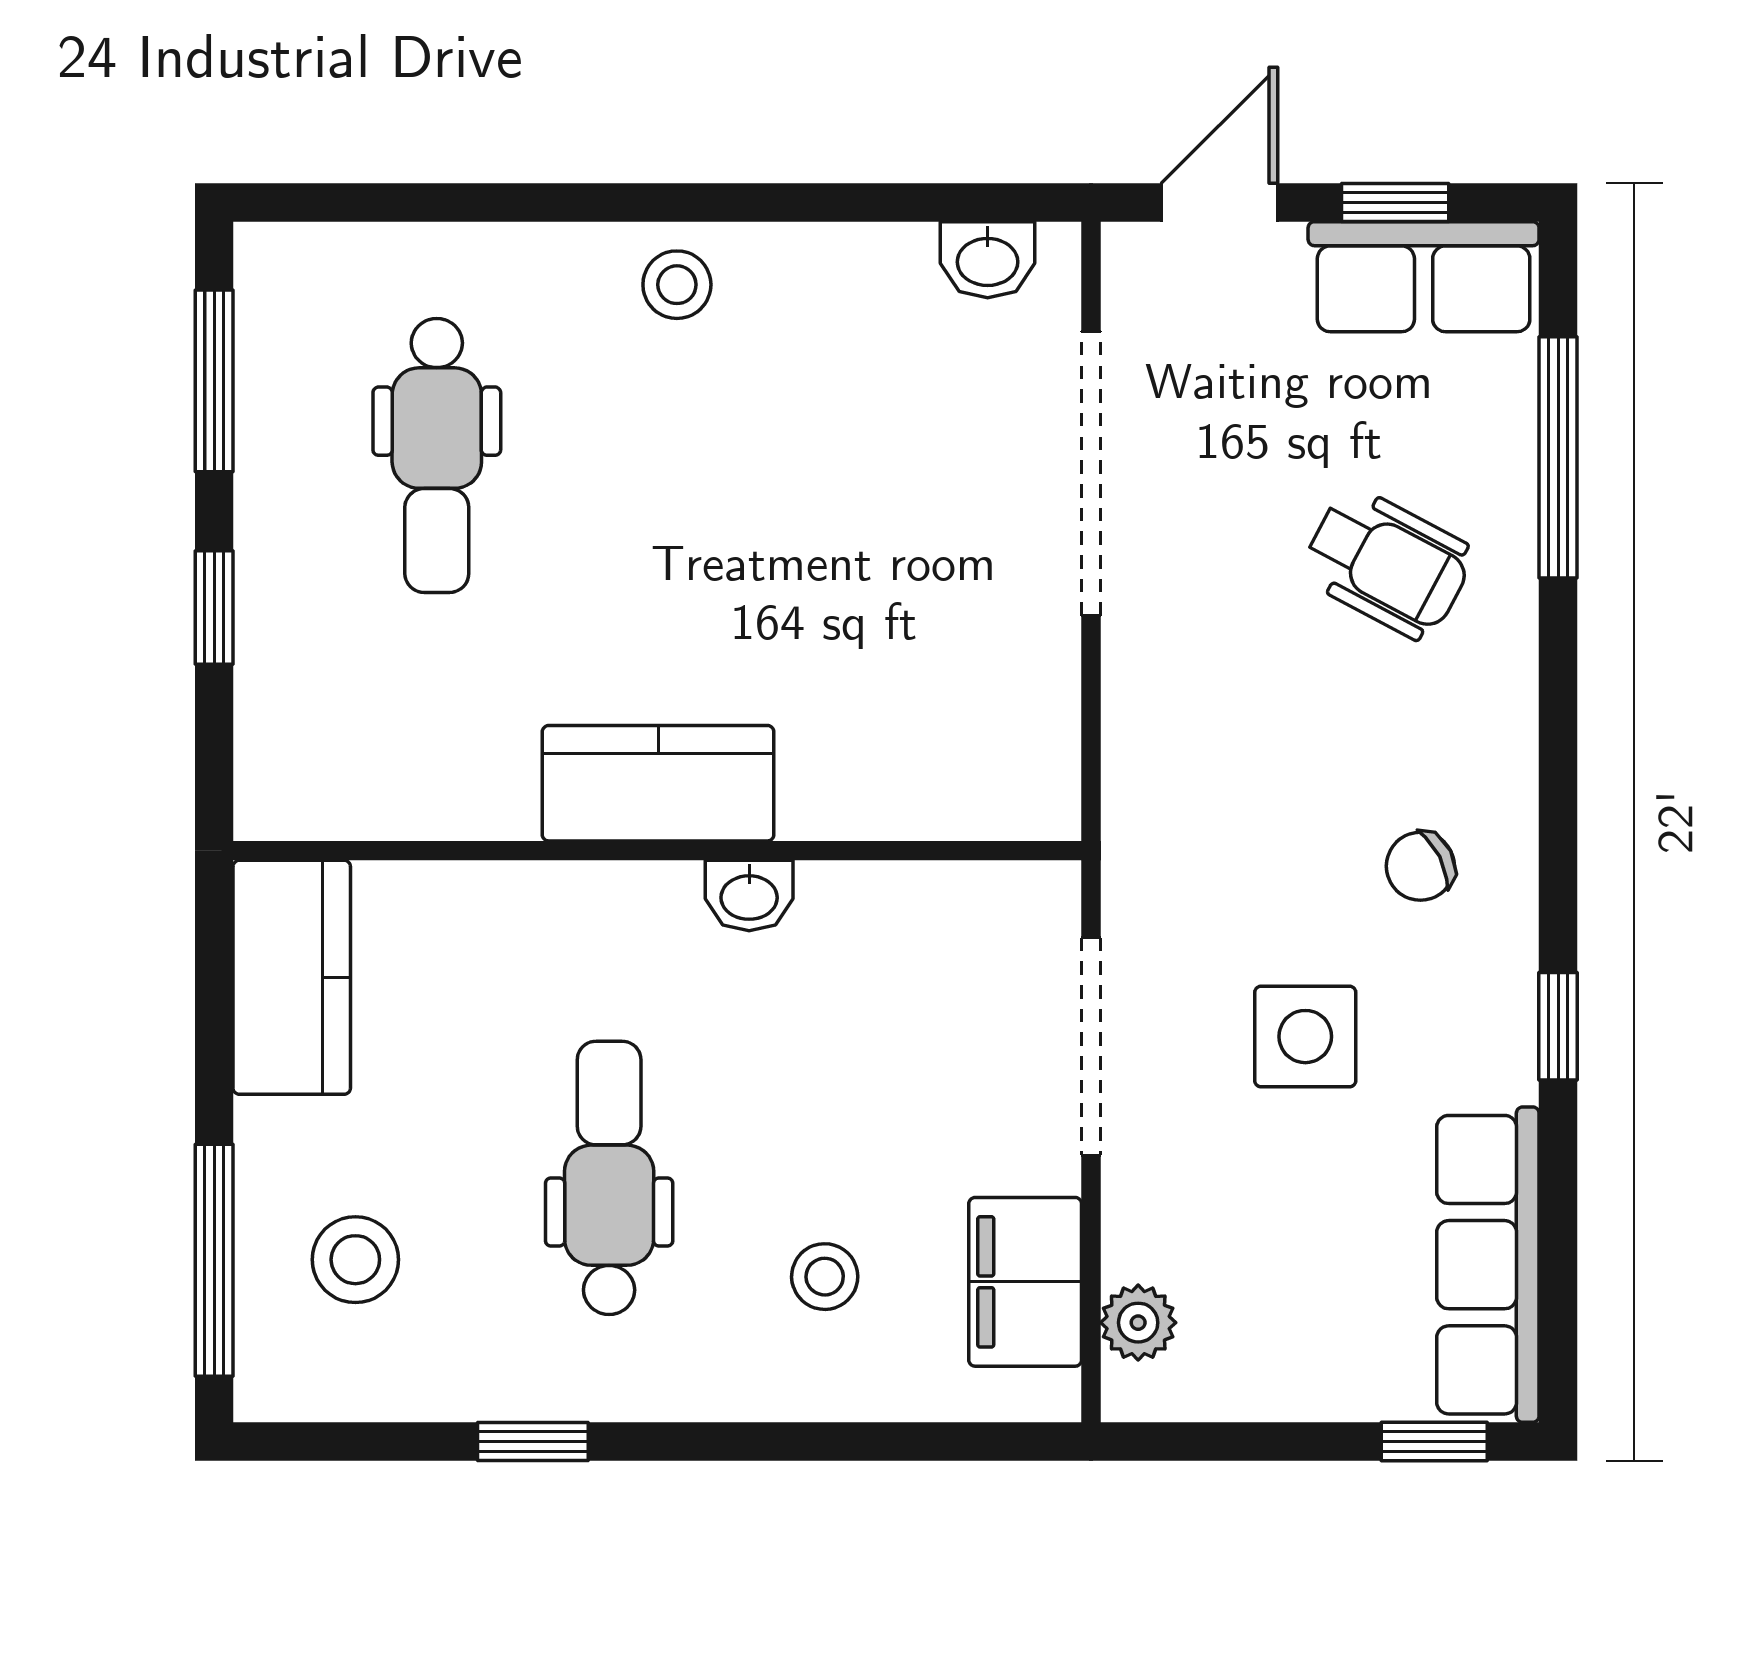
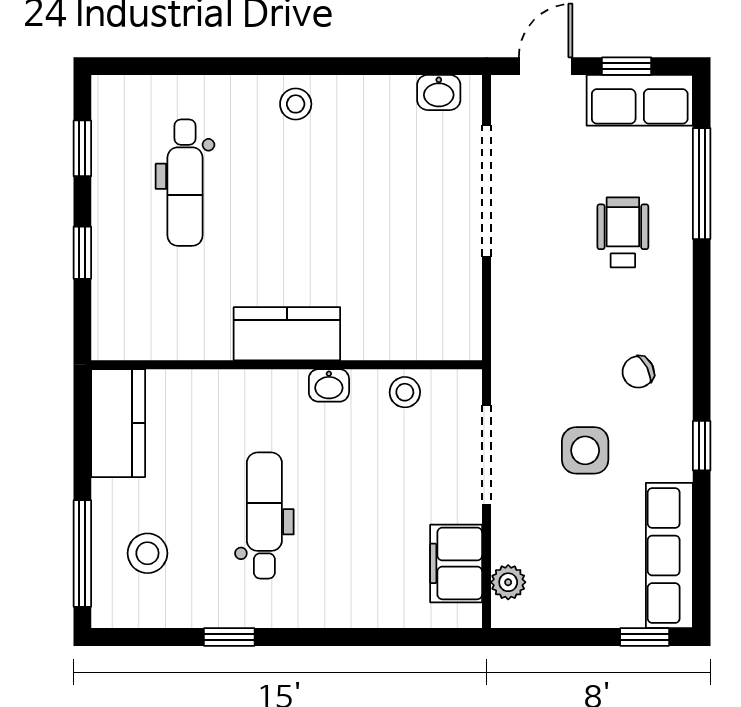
window: (214, 381) -> (82, 148), width x0.67
wheelchair: (1387, 563) -> (623, 232), turned -118
stool: (825, 1277) -> (405, 392), moved

